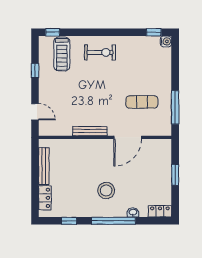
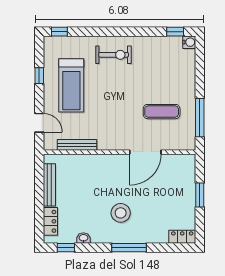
treadmill: (62, 54) -> (71, 85), moved, width x1.37, depth x1.38
bench: (90, 131) -> (77, 145), moved
washbasin: (133, 212) -> (83, 238), moved
window: (69, 221) -> (66, 248), moved
window: (113, 221) -> (129, 248), width x0.68

